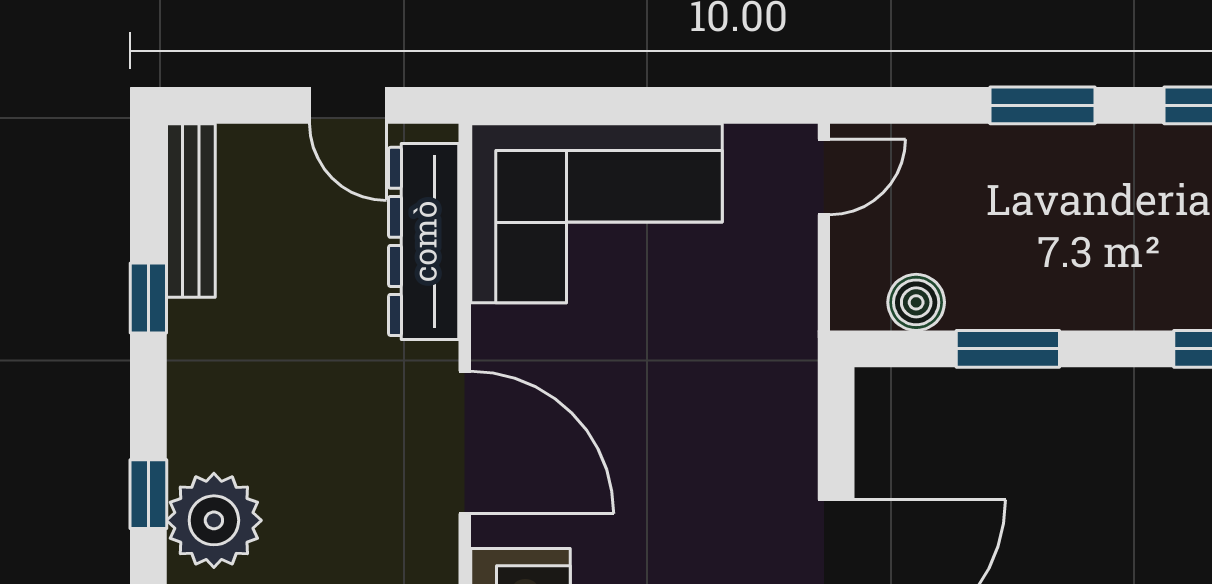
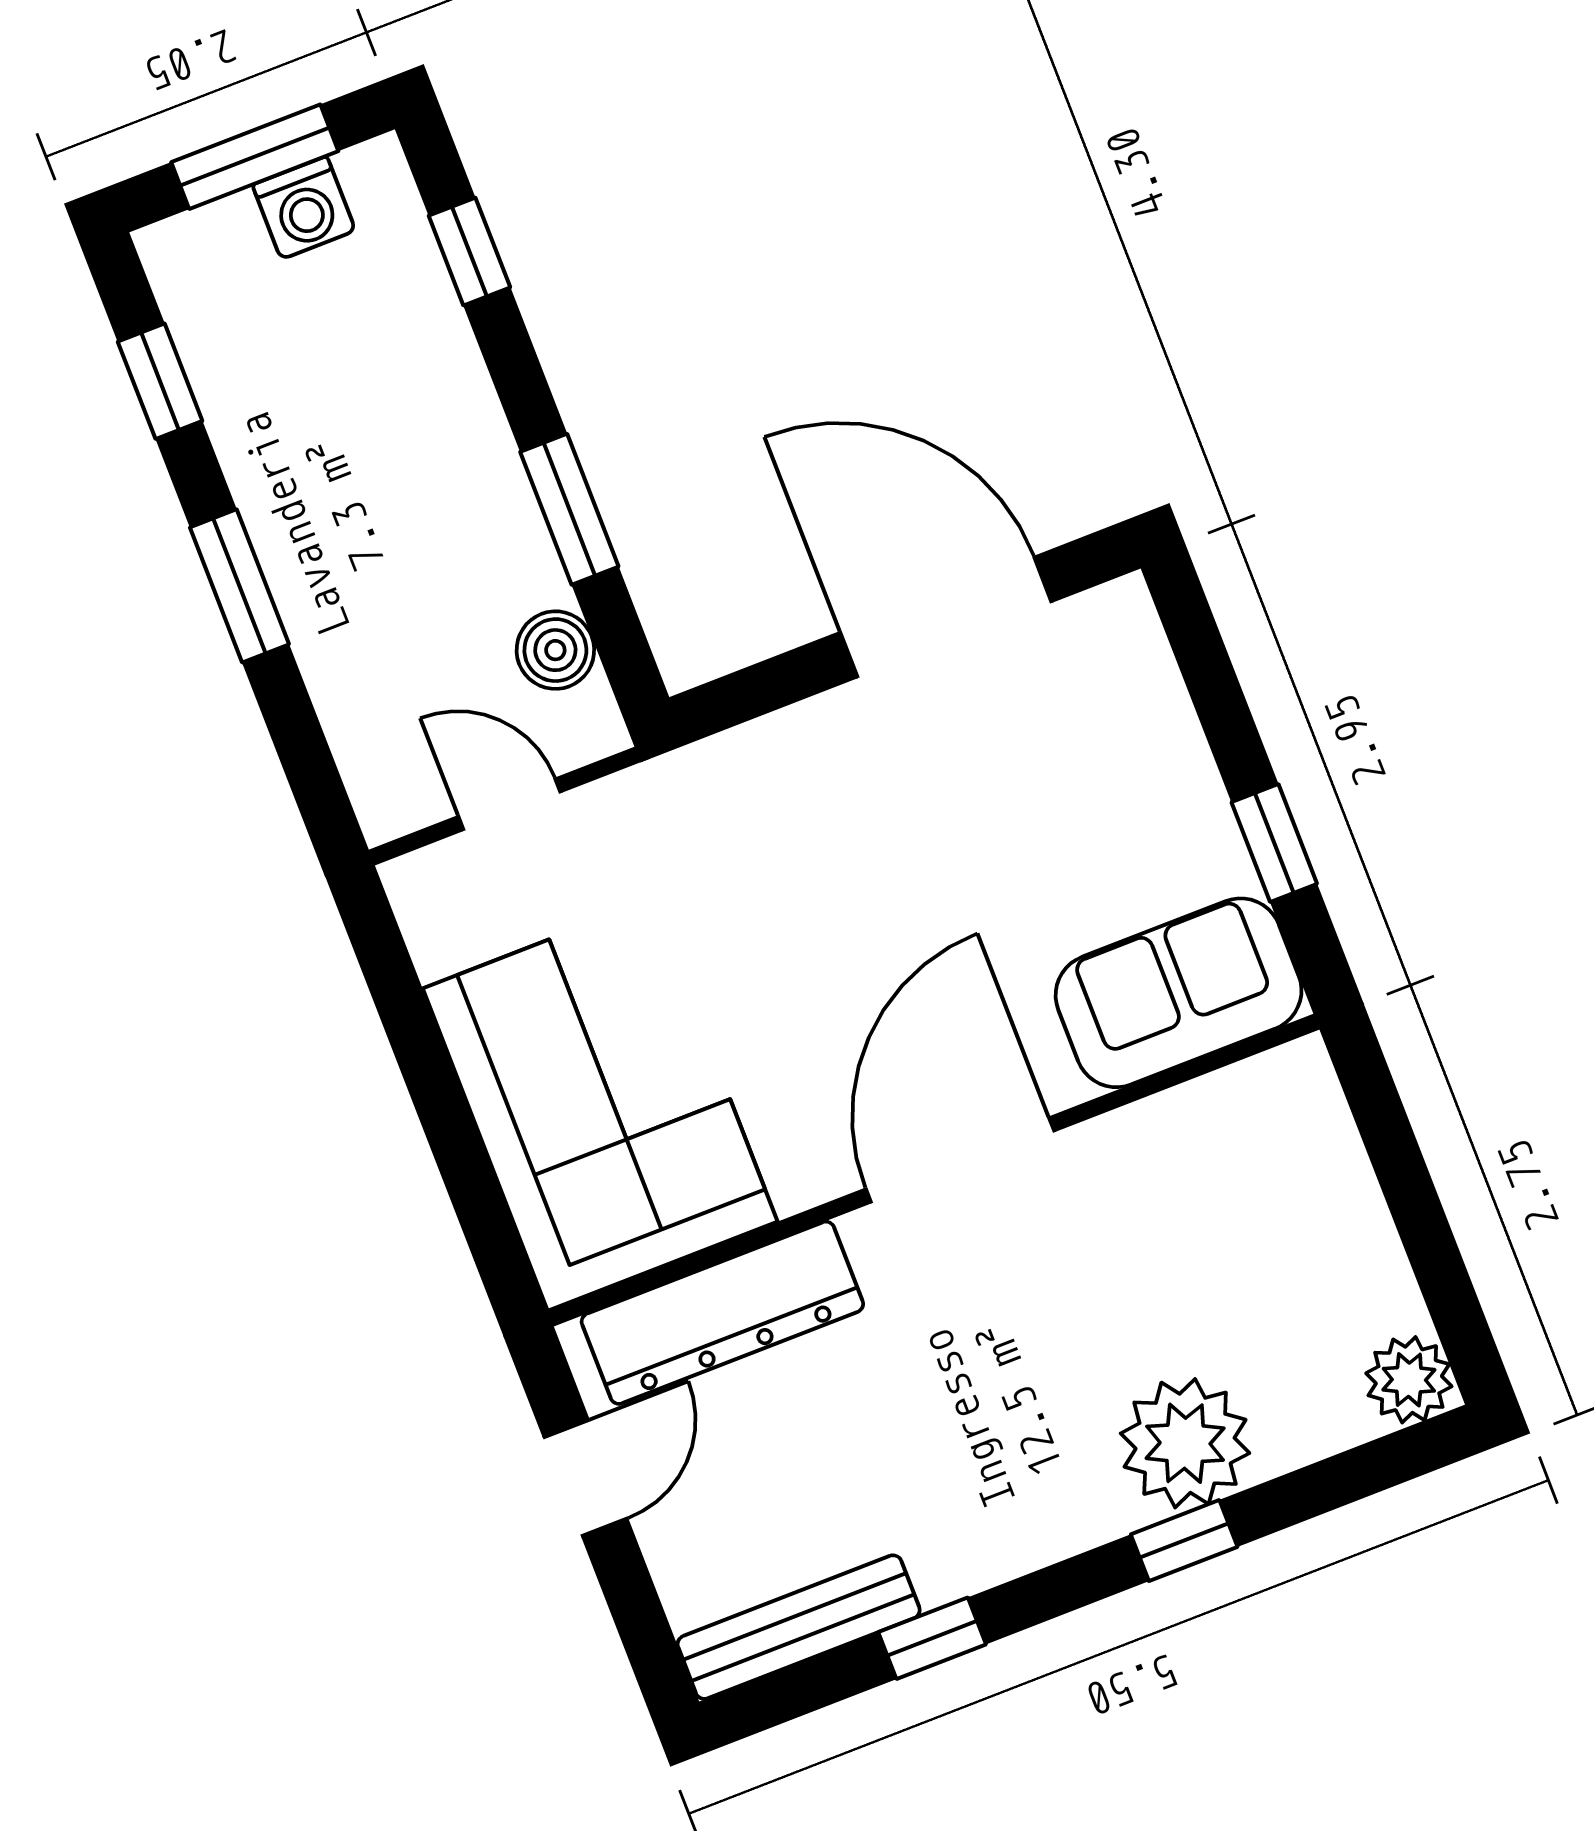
door: (824, 177) -> (509, 804), moved

